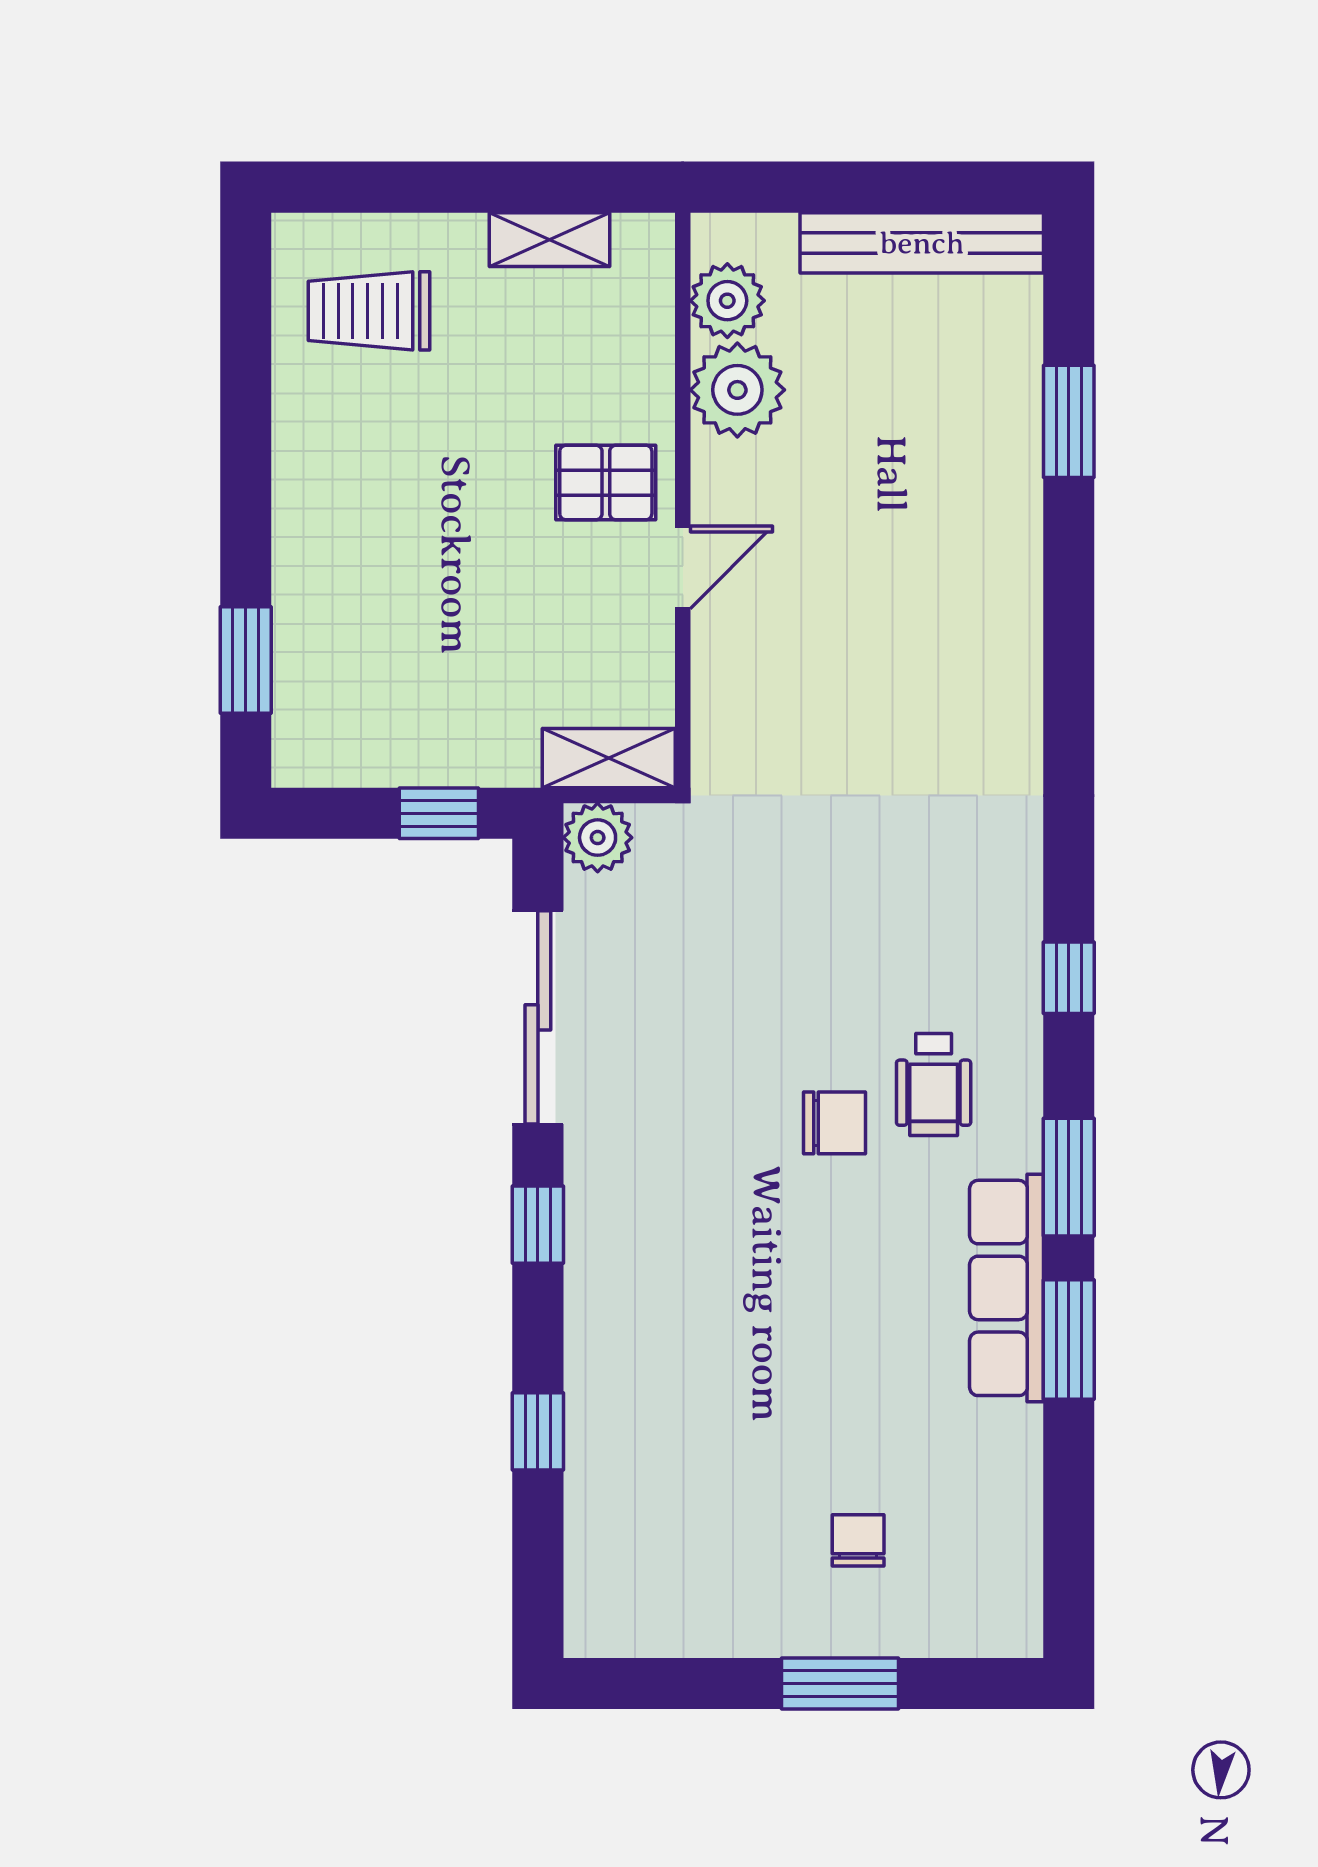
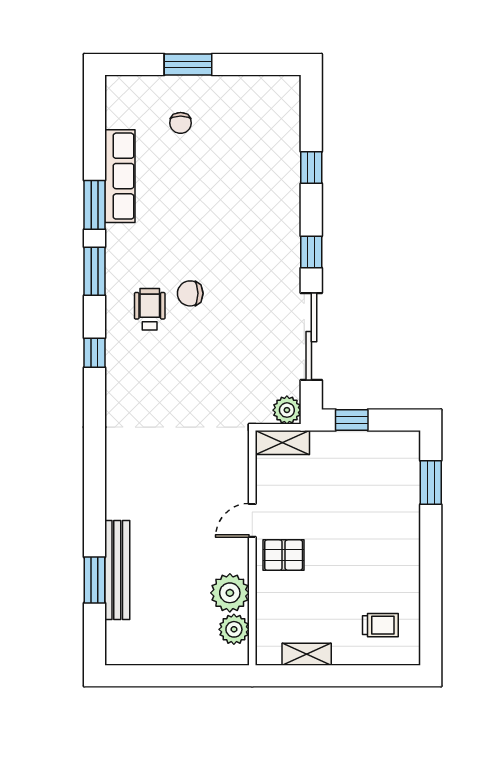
bench: (922, 243) -> (117, 570), moved, turned 90
trolley: (369, 311) -> (380, 625), width x0.73, depth x0.72
row of seats: (1007, 1288) -> (120, 176), moved

